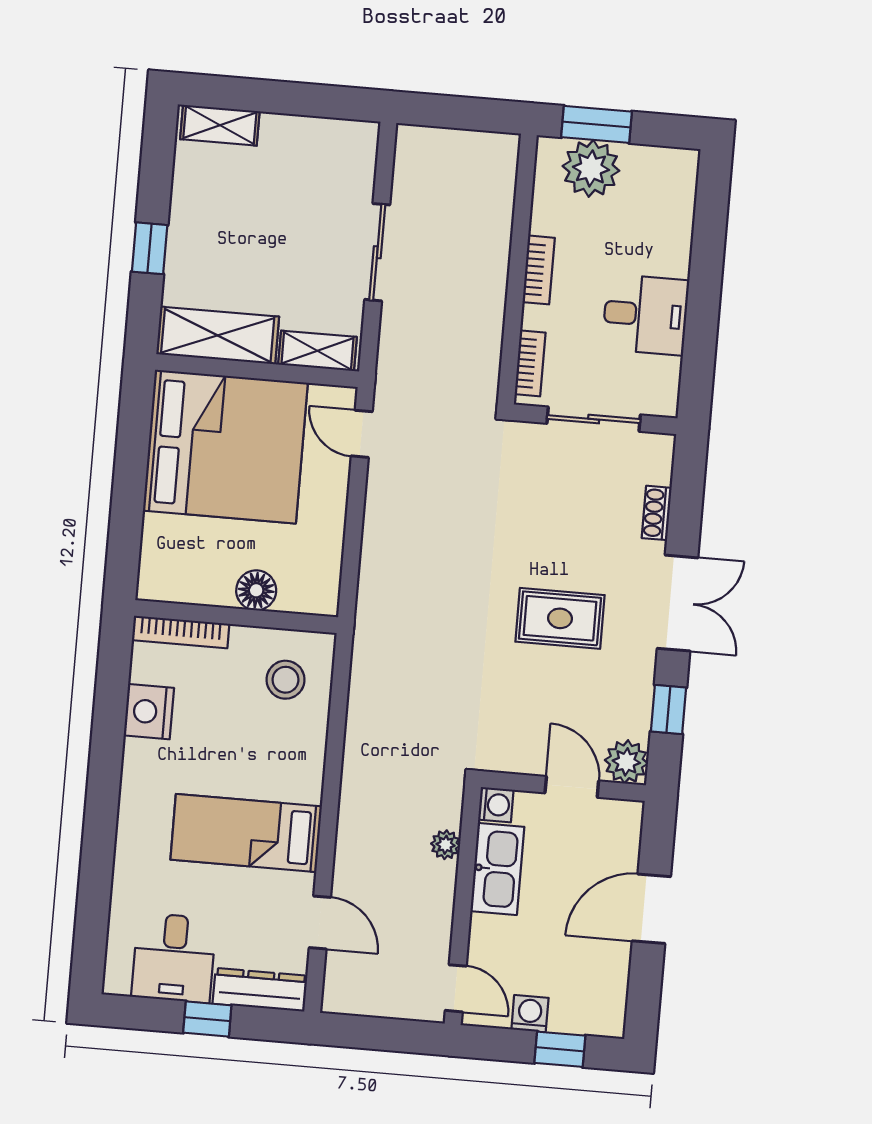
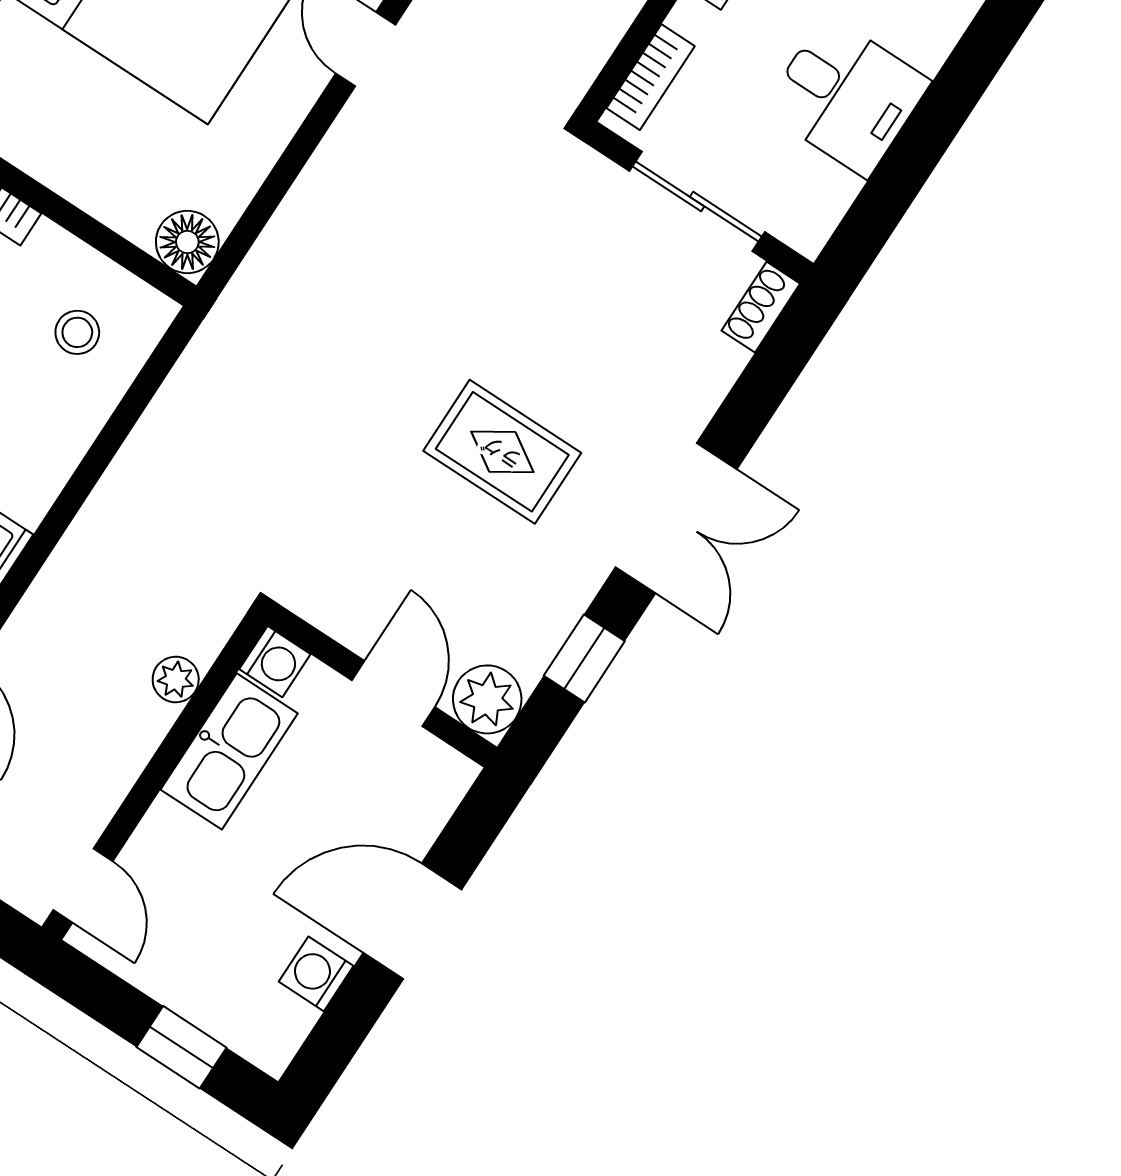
shoe rack: (657, 513) -> (761, 307), moved
floor lamp: (256, 590) -> (187, 242), moved
stool: (286, 680) -> (77, 332), width x0.73, depth x0.73
washing machine: (530, 1014) -> (316, 974), moved, turned -90

